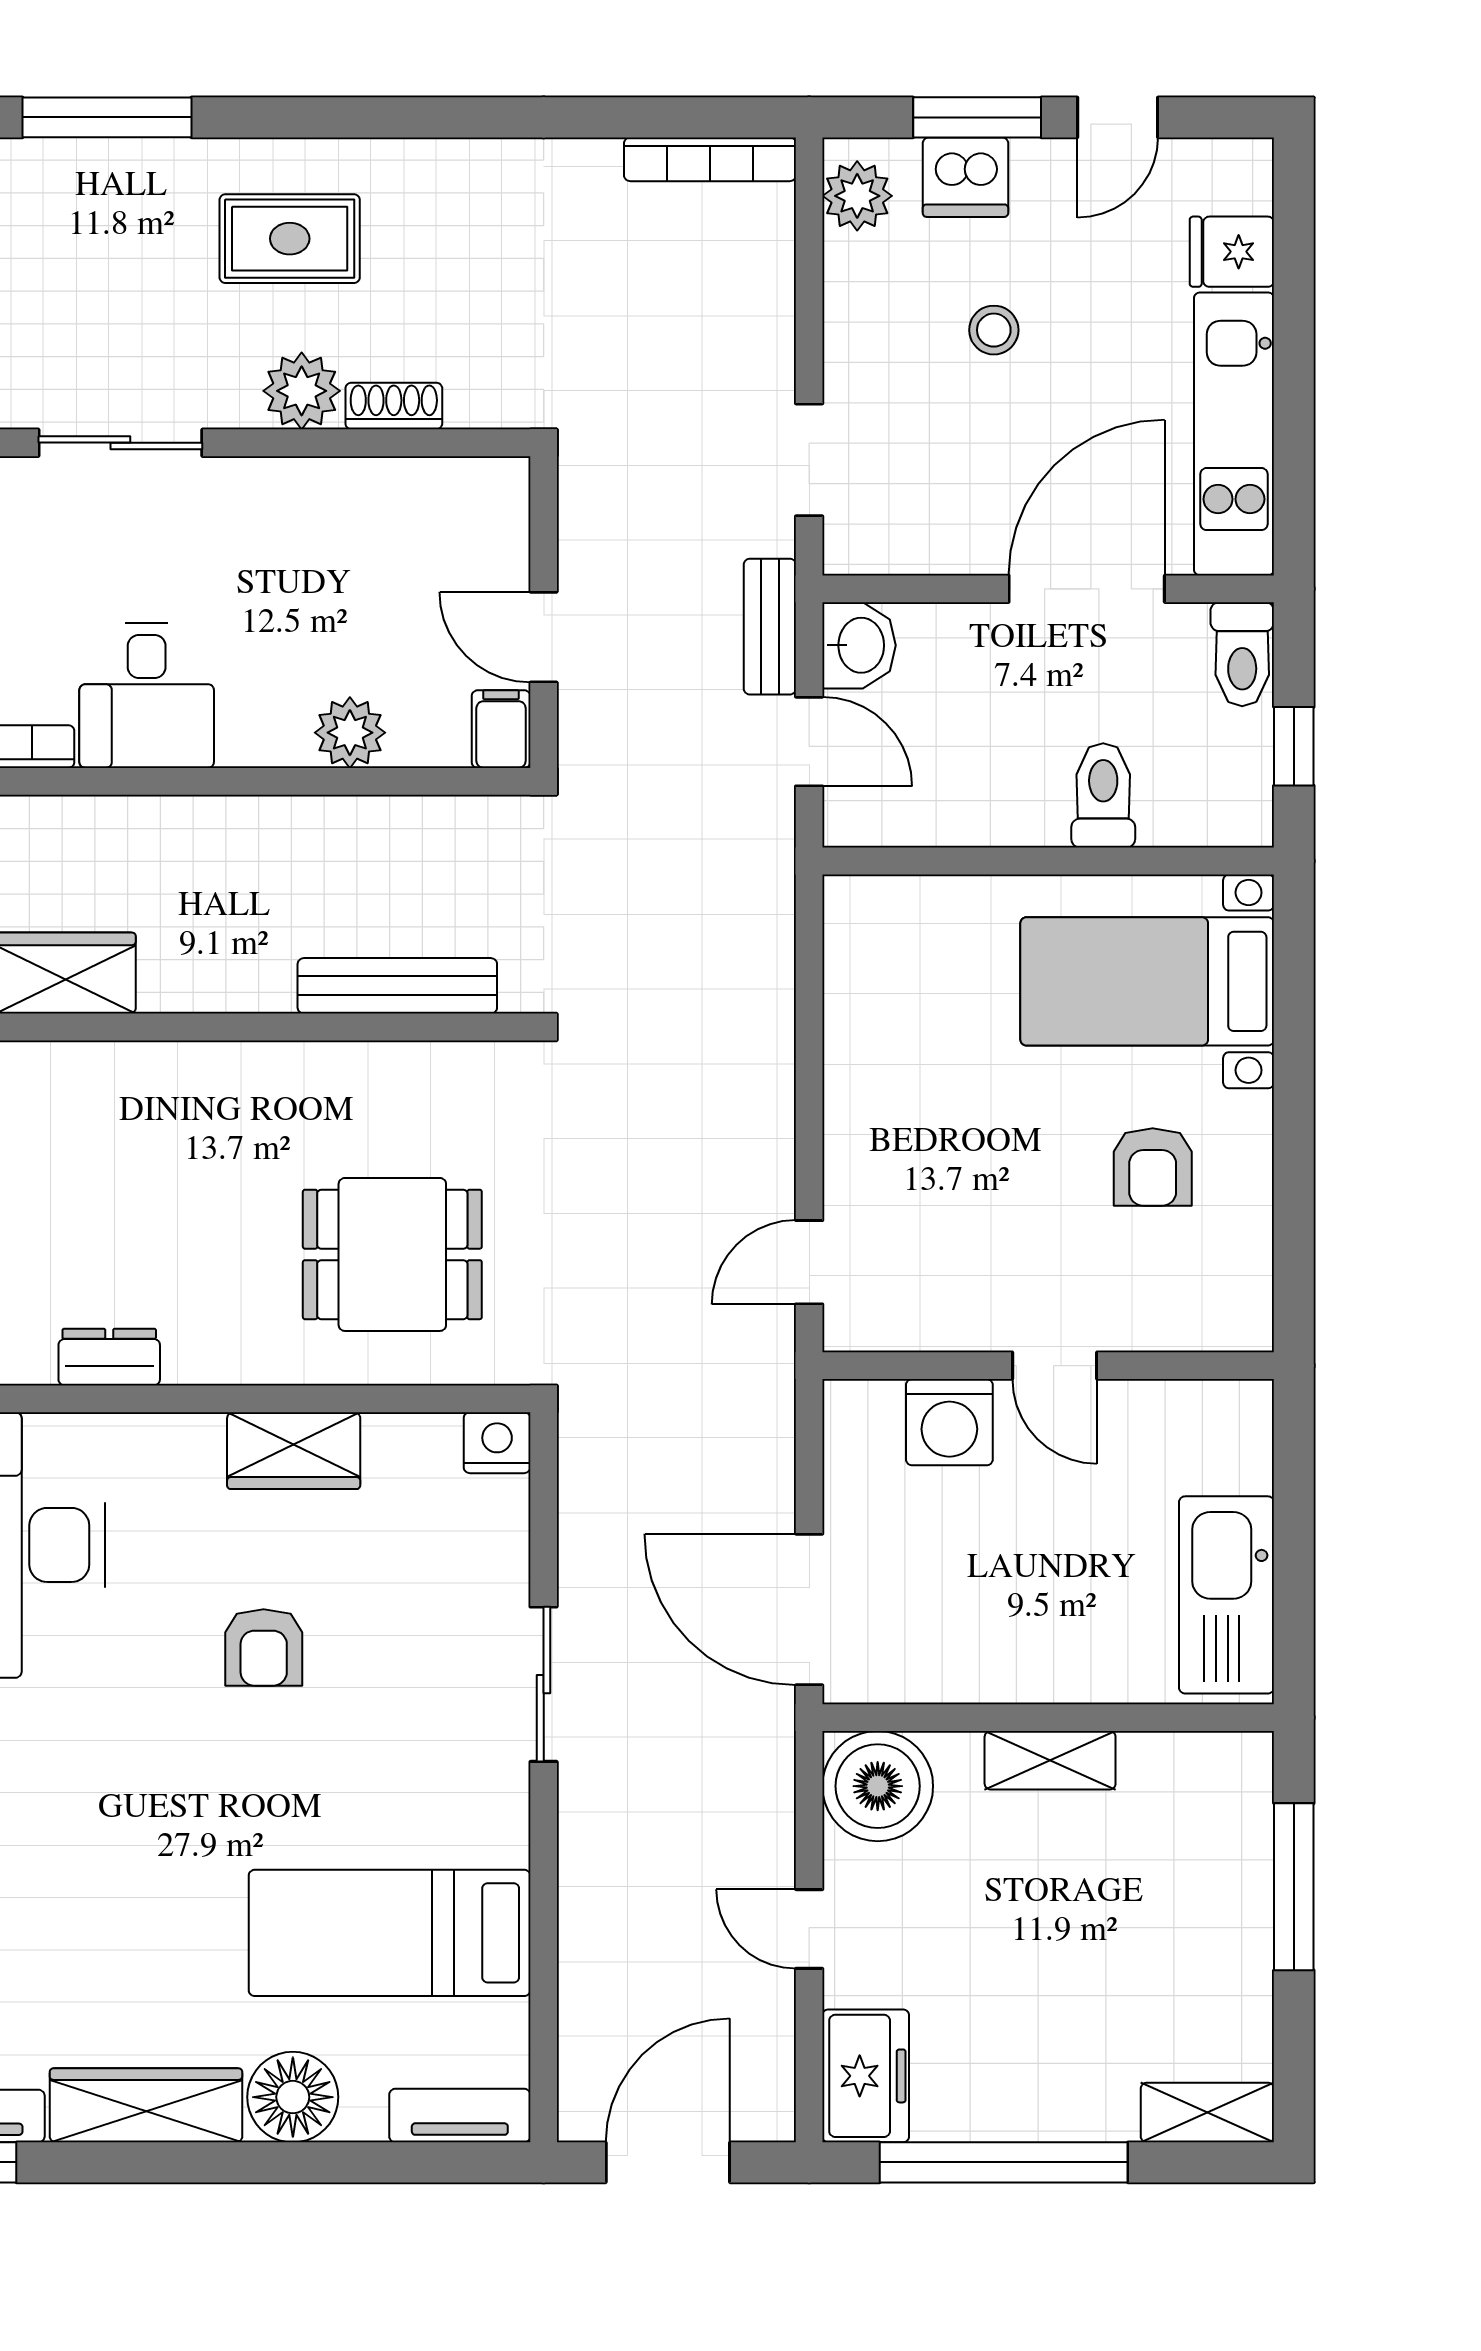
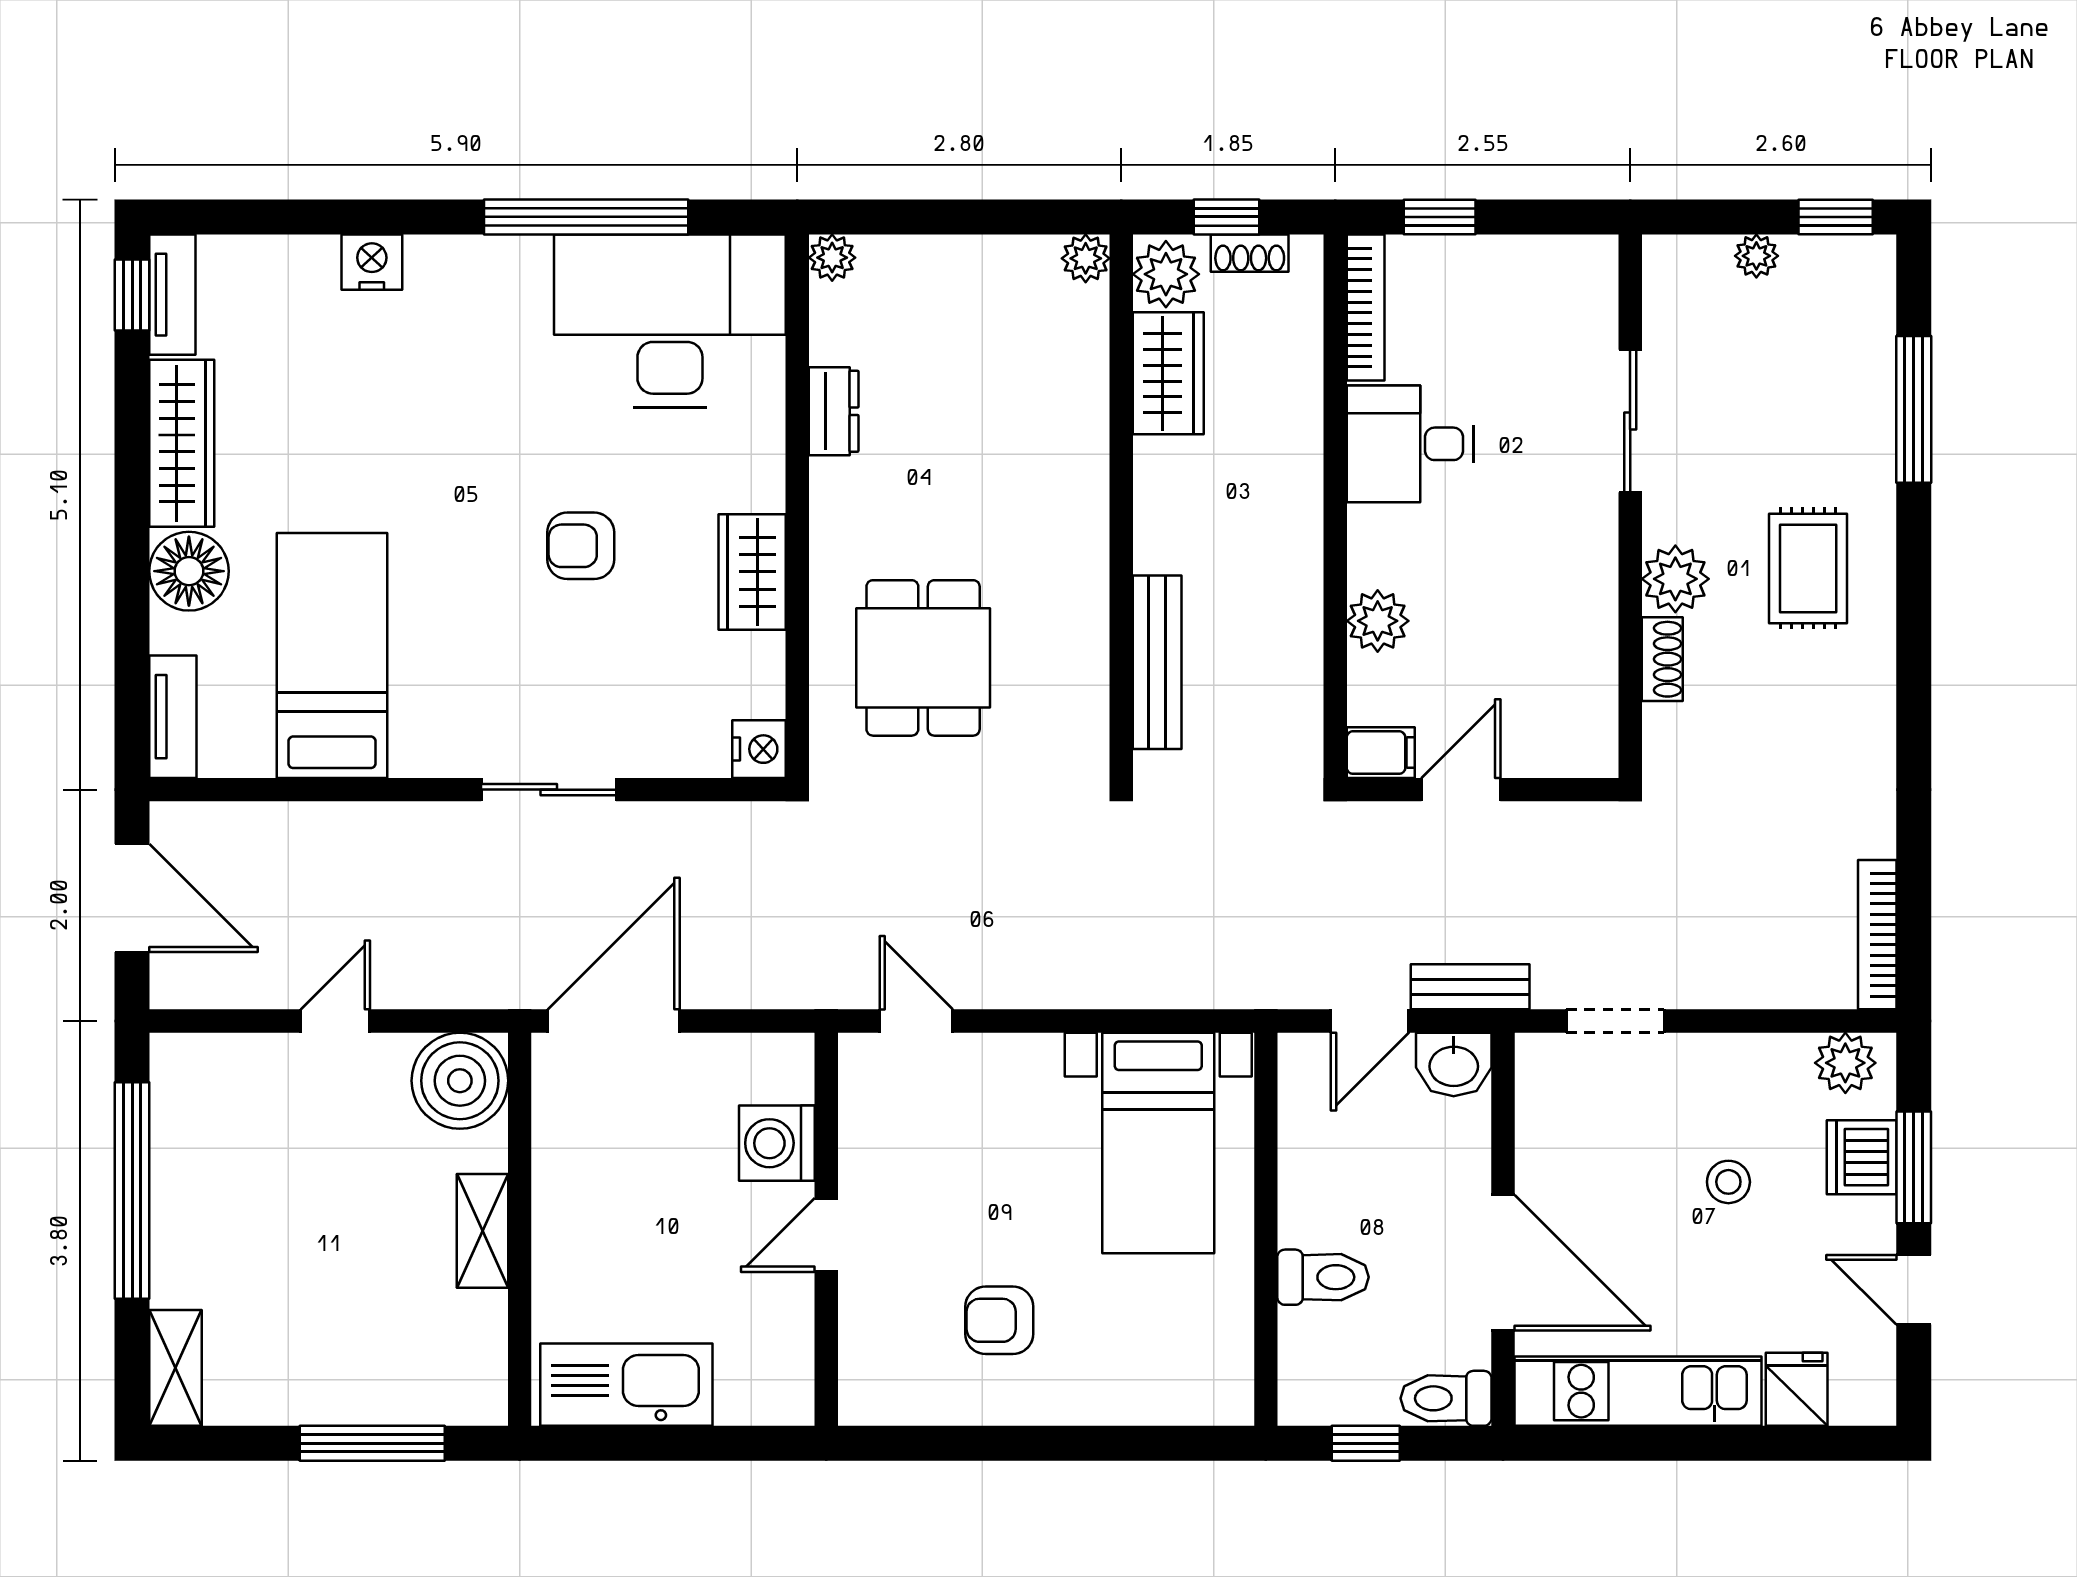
bed with nightstands: (1147, 981) -> (1158, 1143), moved, turned 180
freezer: (866, 2076) -> (207, 1070), removed

